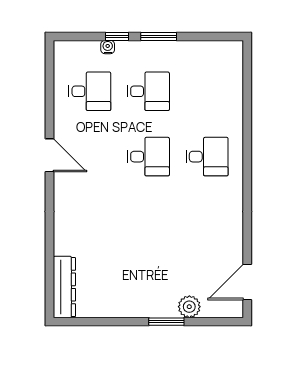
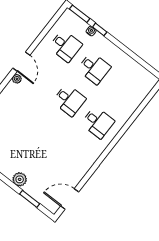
window: (159, 36) -> (80, 14), moved
plant: (61, 182) -> (17, 79), added
plant: (189, 307) -> (20, 179), moved
window: (166, 322) -> (30, 199), moved

